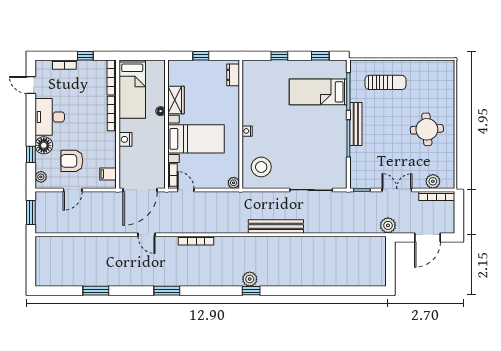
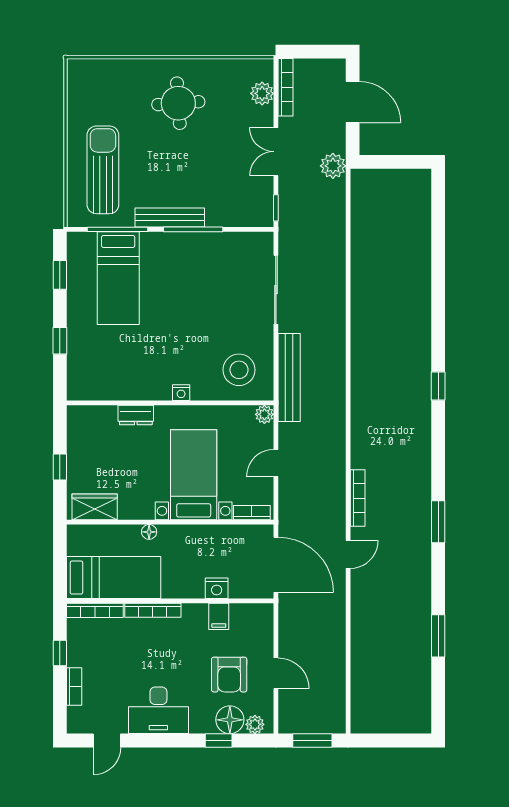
dresser: (233, 75) -> (136, 415), moved
sun lounger: (385, 82) -> (103, 170), width x1.36, depth x1.34
wardrobe: (176, 100) -> (95, 507), moved
nightstand: (125, 139) -> (217, 588), moved
floor lamp: (44, 145) -> (230, 720), moved
filing cabinet: (108, 174) -> (219, 616), moved
door: (186, 190) -> (276, 463), moved
bench: (276, 226) -> (289, 378), moved
bookcase: (196, 241) -> (358, 498), moved
plant: (250, 279) -> (419, 388), removed

